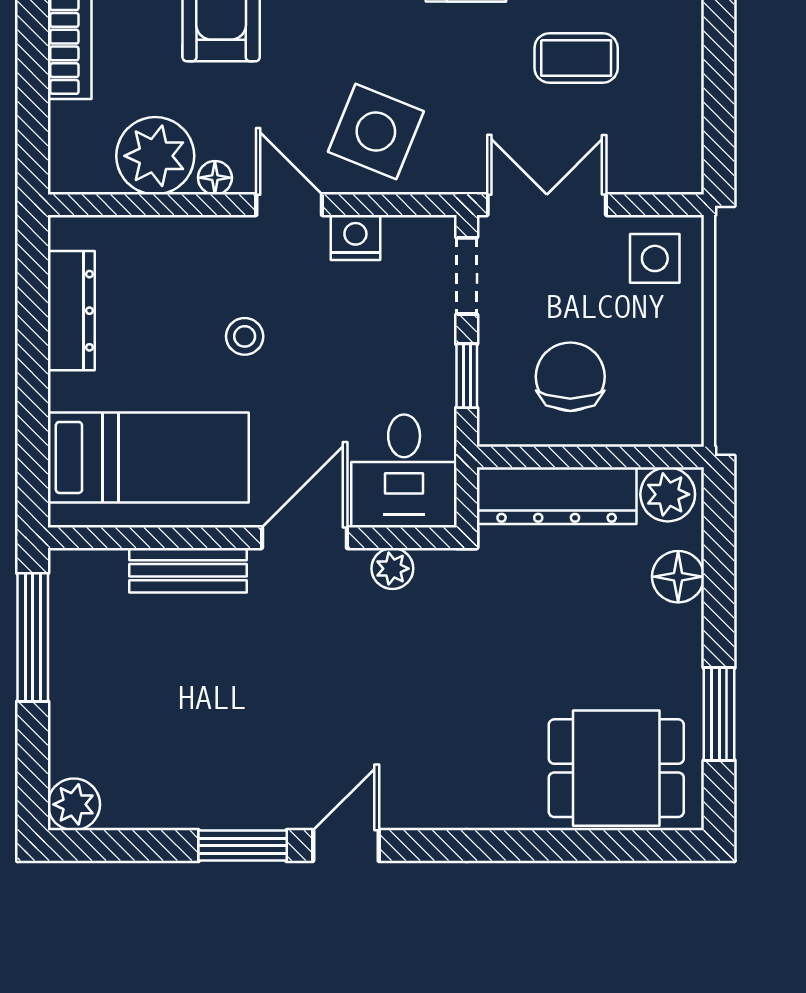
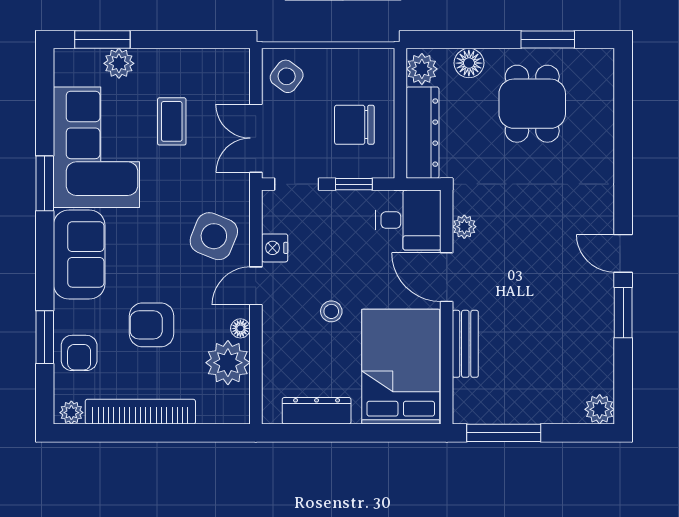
side table: (655, 258) -> (287, 76), turned 37
bed: (148, 457) -> (401, 367), width x1.50
dining table: (616, 768) -> (532, 104), moved

